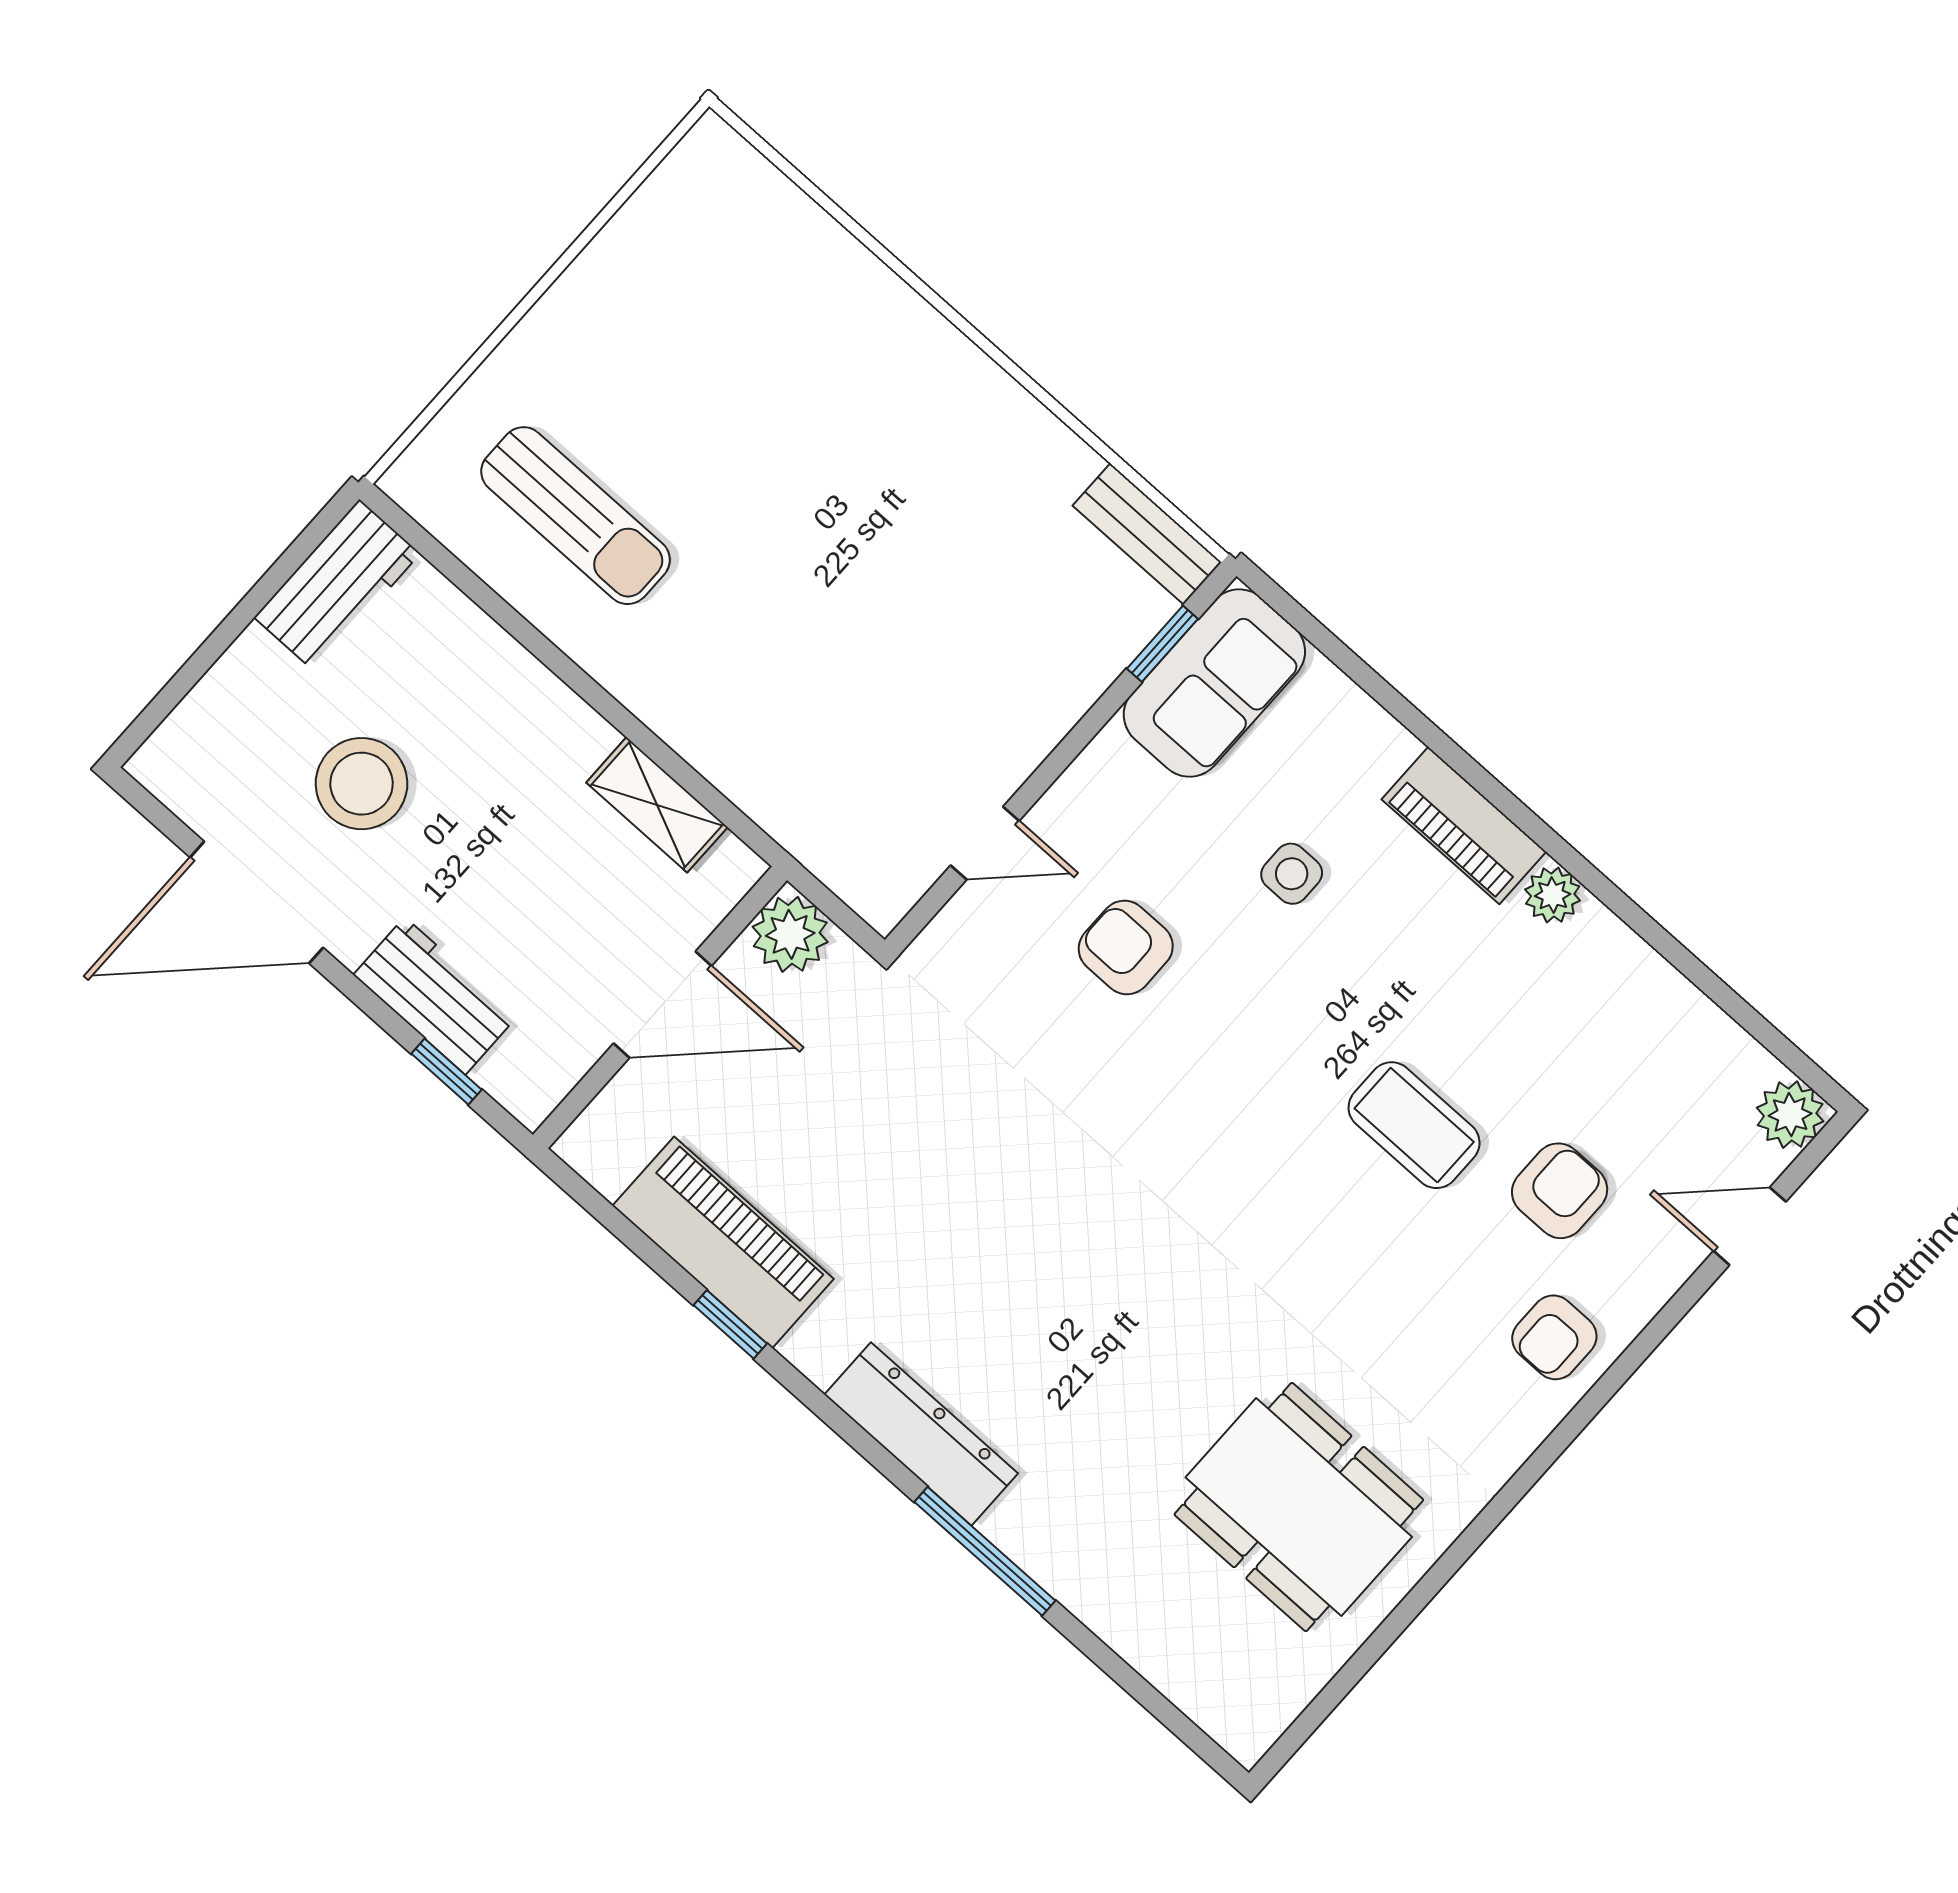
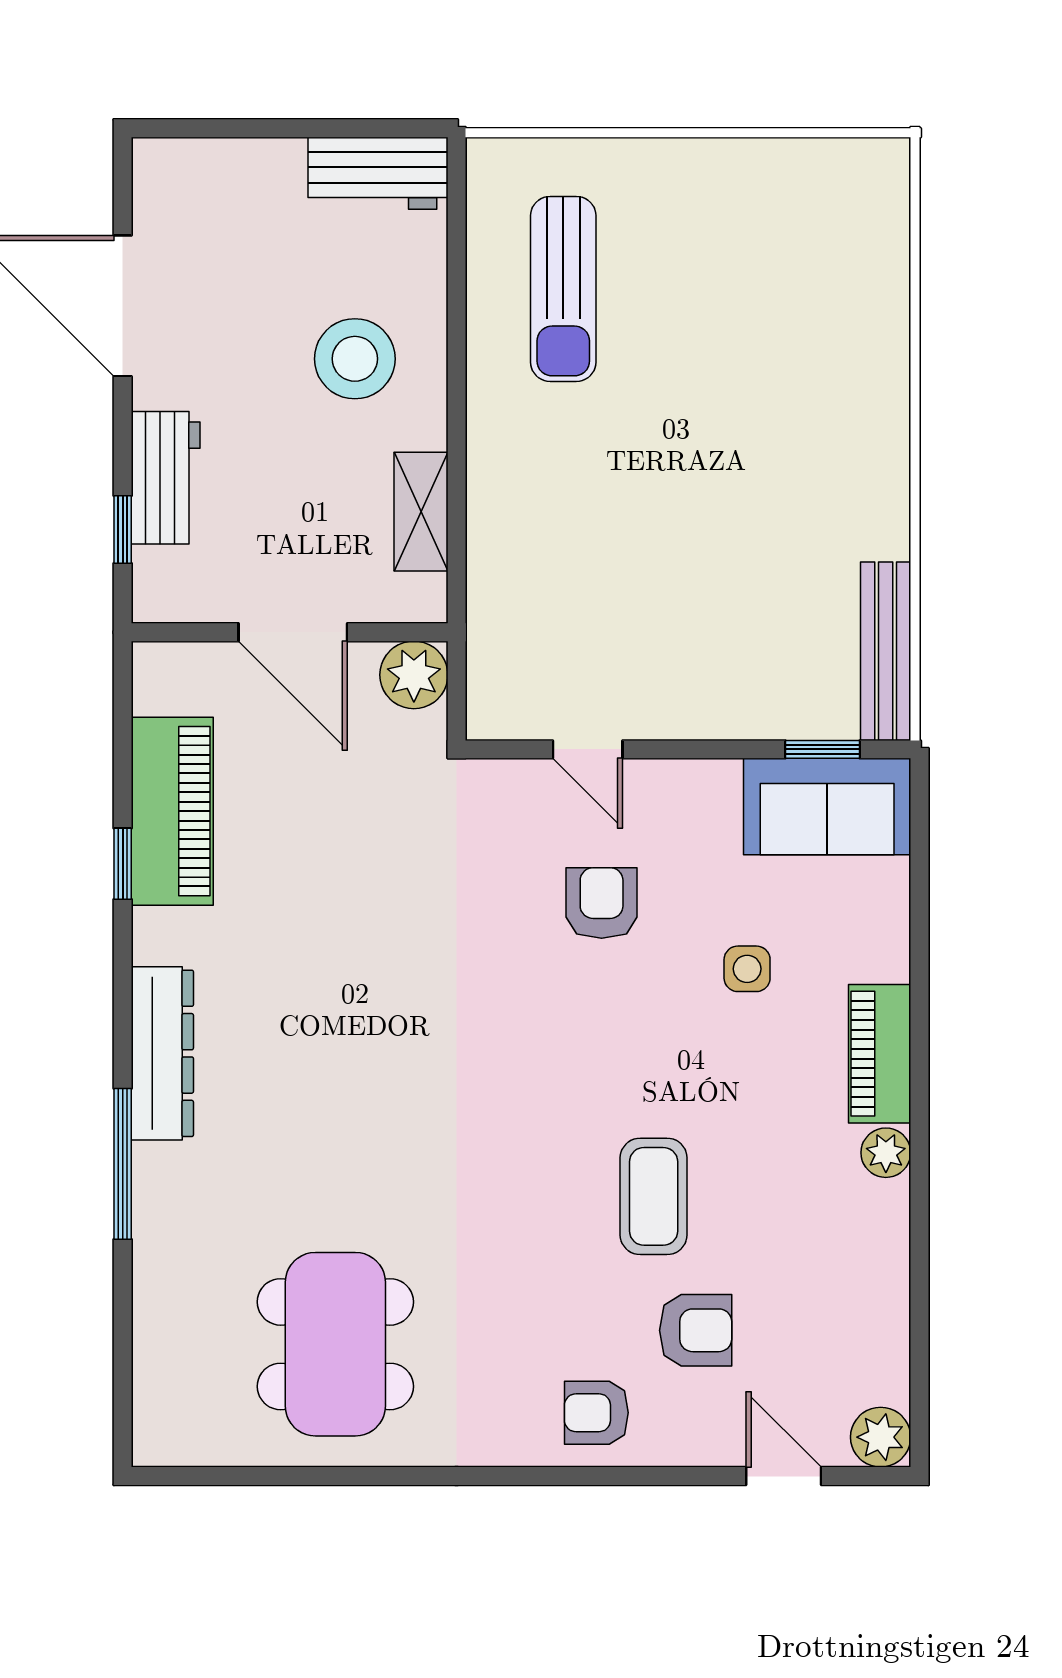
bench: (1147, 534) -> (886, 651), width x1.36
stool: (361, 784) -> (355, 359), moved

